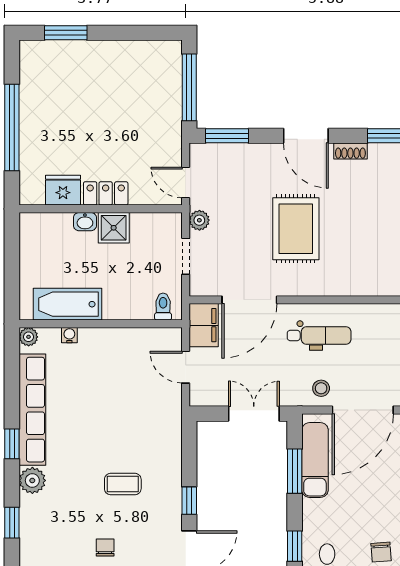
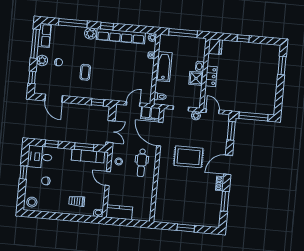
window: (12, 127) -> (243, 38), width x0.32
door: (186, 183) -> (213, 111), hinge flipped
fridge: (63, 190) -> (215, 47), moved
window: (12, 267) -> (183, 33), added
bathtub: (68, 304) -> (164, 67), moved
door: (363, 410) -> (108, 179), width x0.53
window: (189, 501) -> (98, 102), moved
window: (12, 523) -> (73, 23), width x2.17

